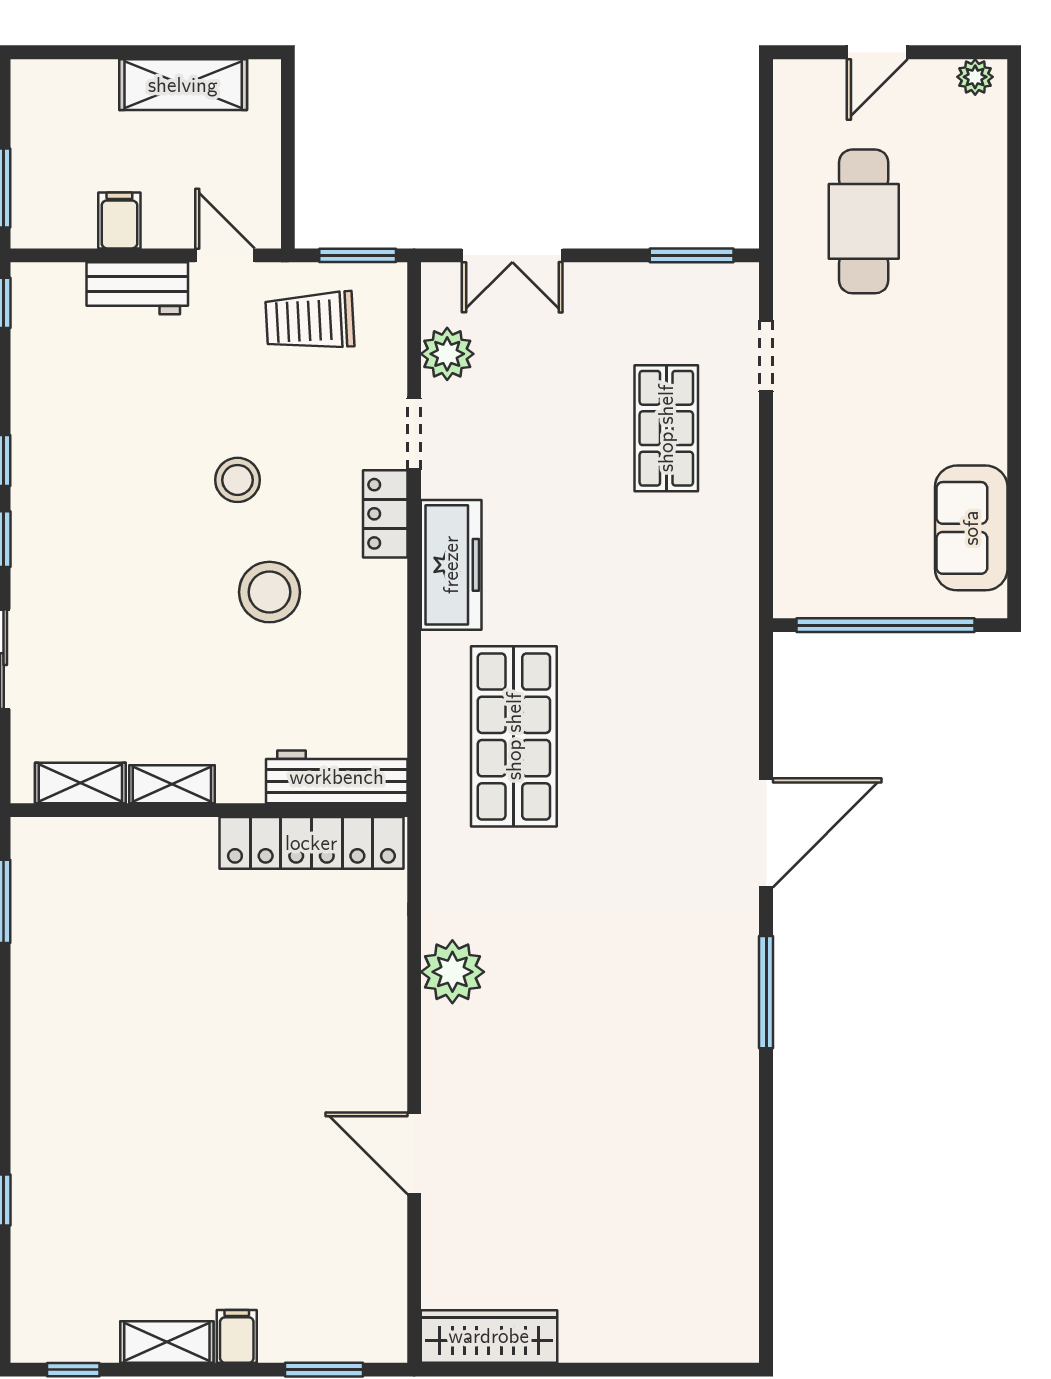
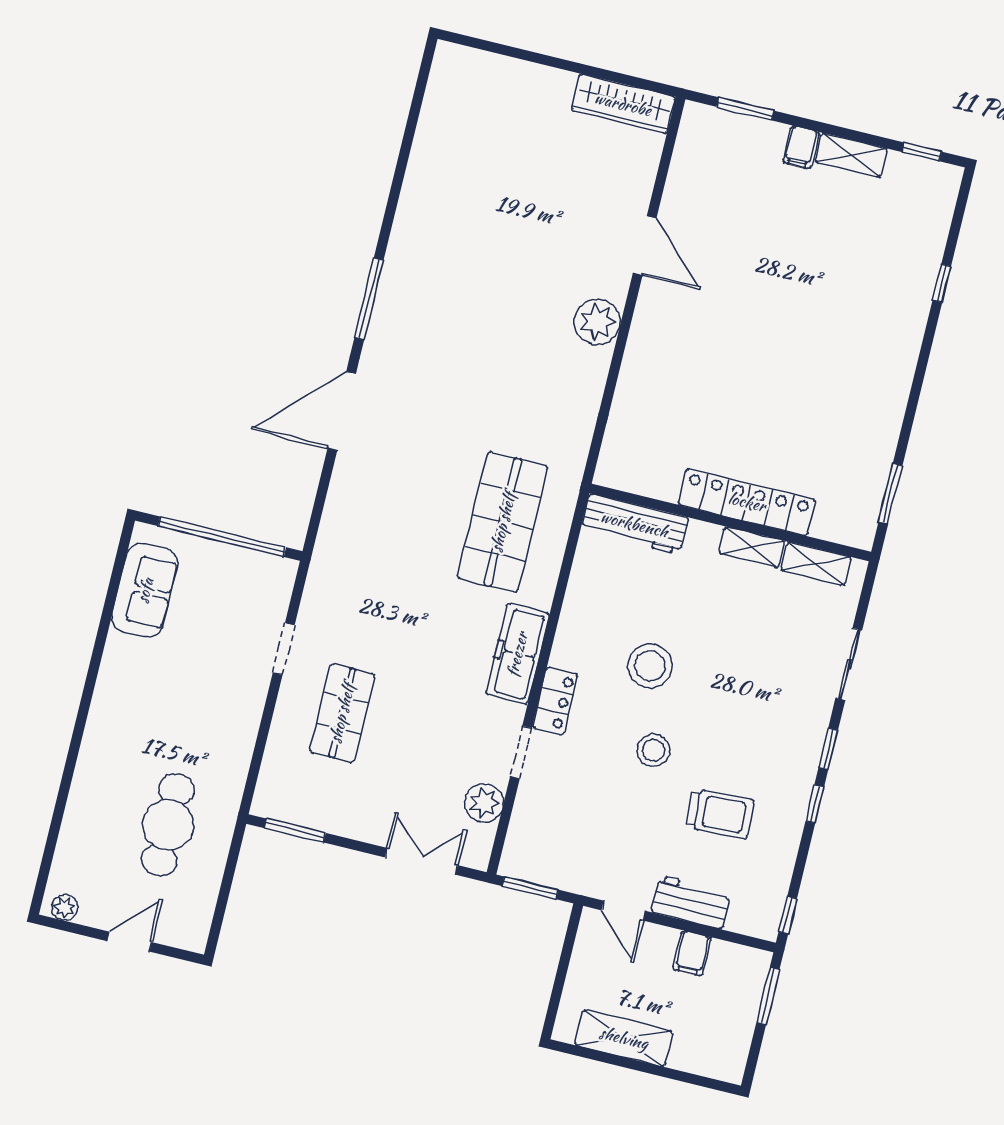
trolley: (310, 321) -> (720, 814), moved
doorway: (766, 356) -> (284, 649), moved
locker: (311, 843) -> (747, 502), moved
plant: (452, 972) -> (597, 322), moved

